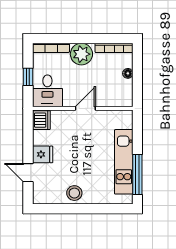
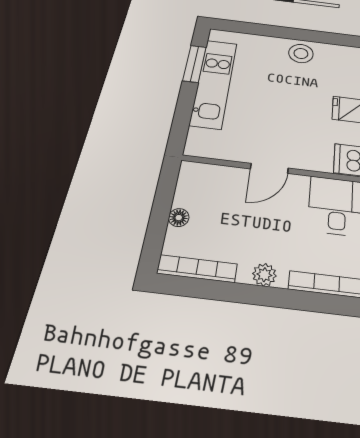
plant: (81, 54) -> (264, 275), width x0.53, depth x0.53
window: (137, 174) -> (195, 64), width x0.69

